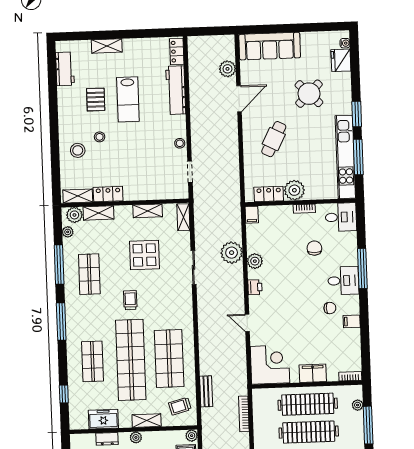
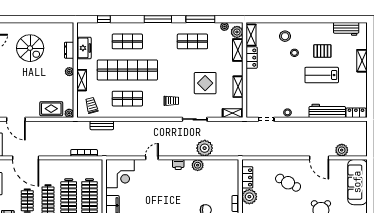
filing cabinet: (252, 215) -> (232, 164), removed
trolley: (130, 300) -> (171, 101), moved
shop shelf: (169, 358) -> (127, 99), width x0.70, depth x0.74

